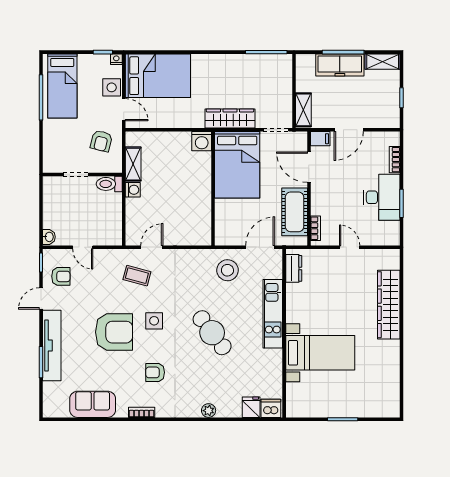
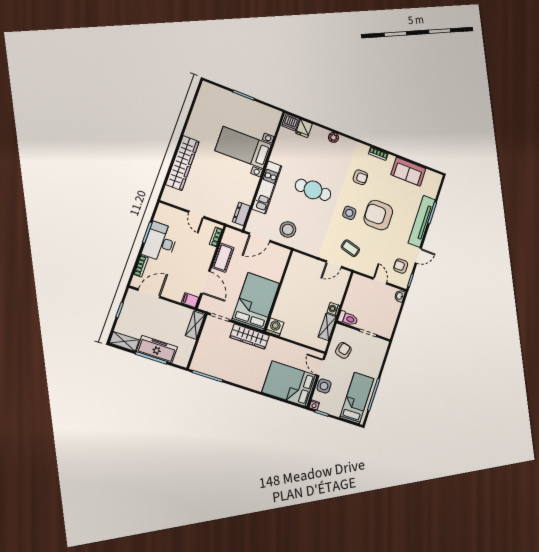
door: (349, 130) -> (149, 293), moved
cot: (295, 212) -> (223, 258), width x0.73, depth x0.75
cafe table: (212, 333) -> (313, 190), turned -53

